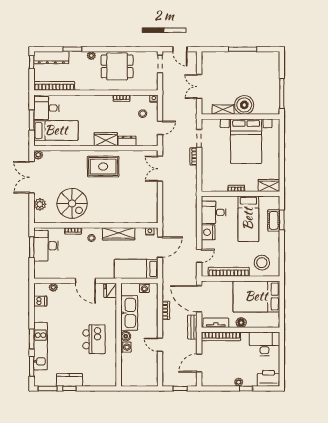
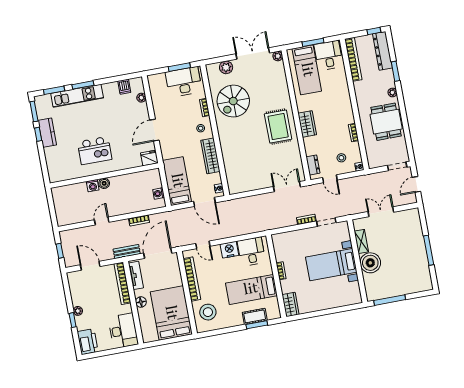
dresser: (127, 141) -> (313, 165), moved
bed with nightstands: (246, 141) -> (331, 265), width x0.73
kitchen sink: (129, 313) -> (129, 182), removed

